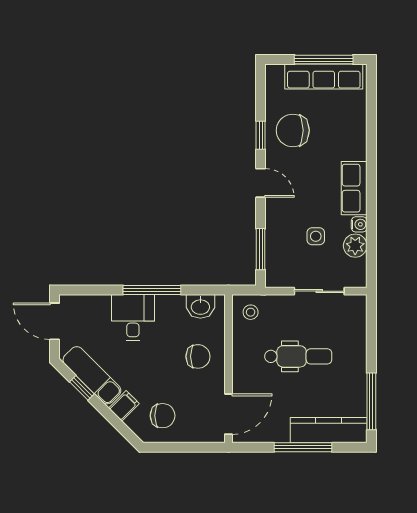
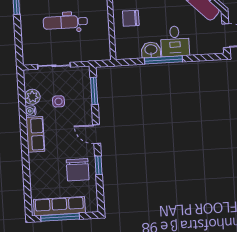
chair: (293, 130) -> (78, 170), turned 90
washbasin: (200, 306) -> (151, 50), moved
stool: (251, 312) -> (98, 49), removed

